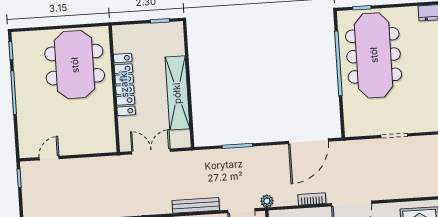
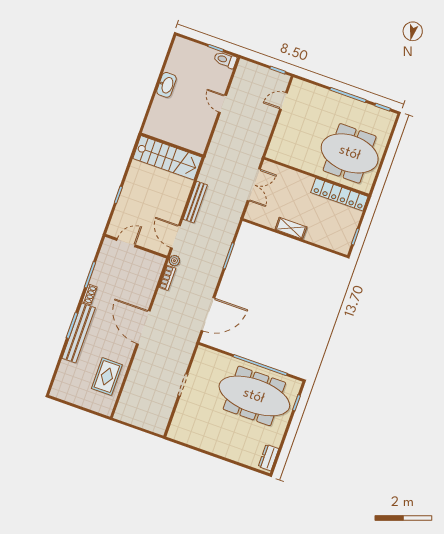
locker: (124, 84) -> (339, 195), moved
shelving: (177, 93) -> (291, 228), width x0.45, depth x0.75
door: (308, 141) -> (208, 314), swing flipped
door: (49, 158) -> (283, 101), swing flipped
bookcase: (312, 199) -> (167, 278), moved

